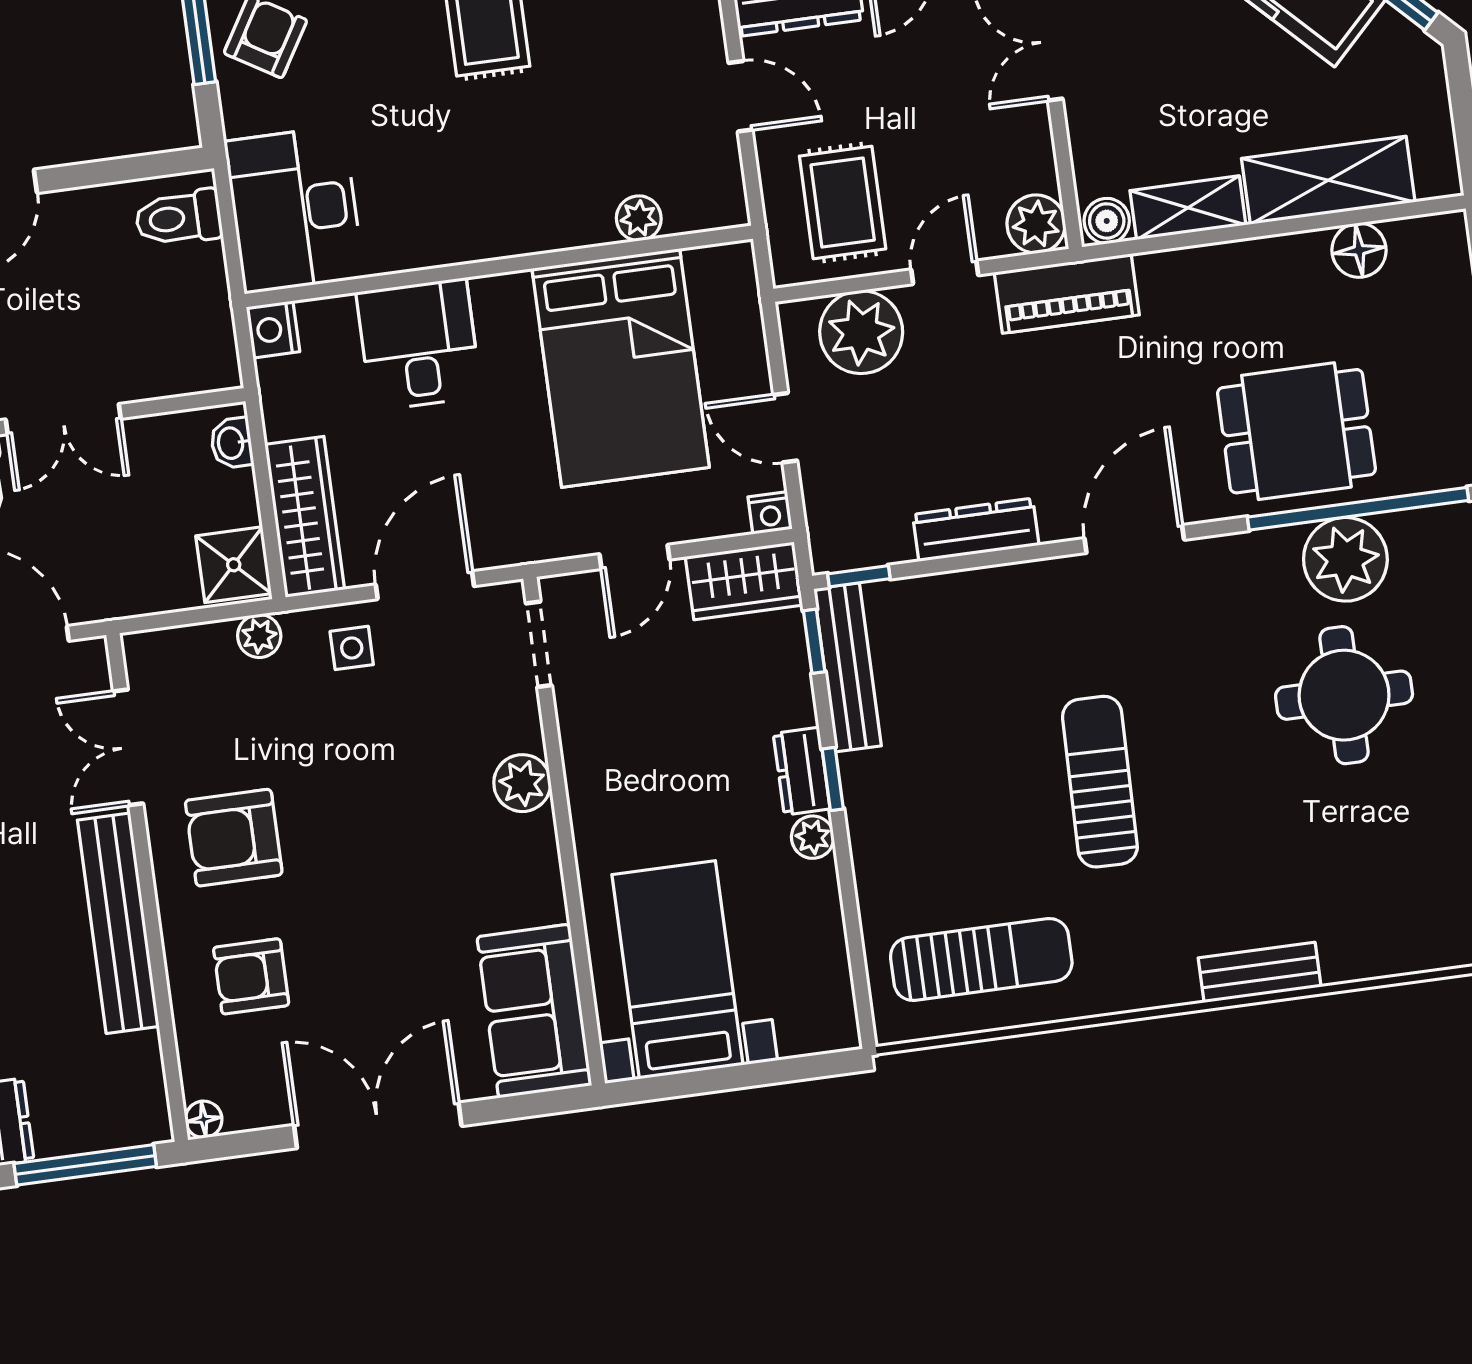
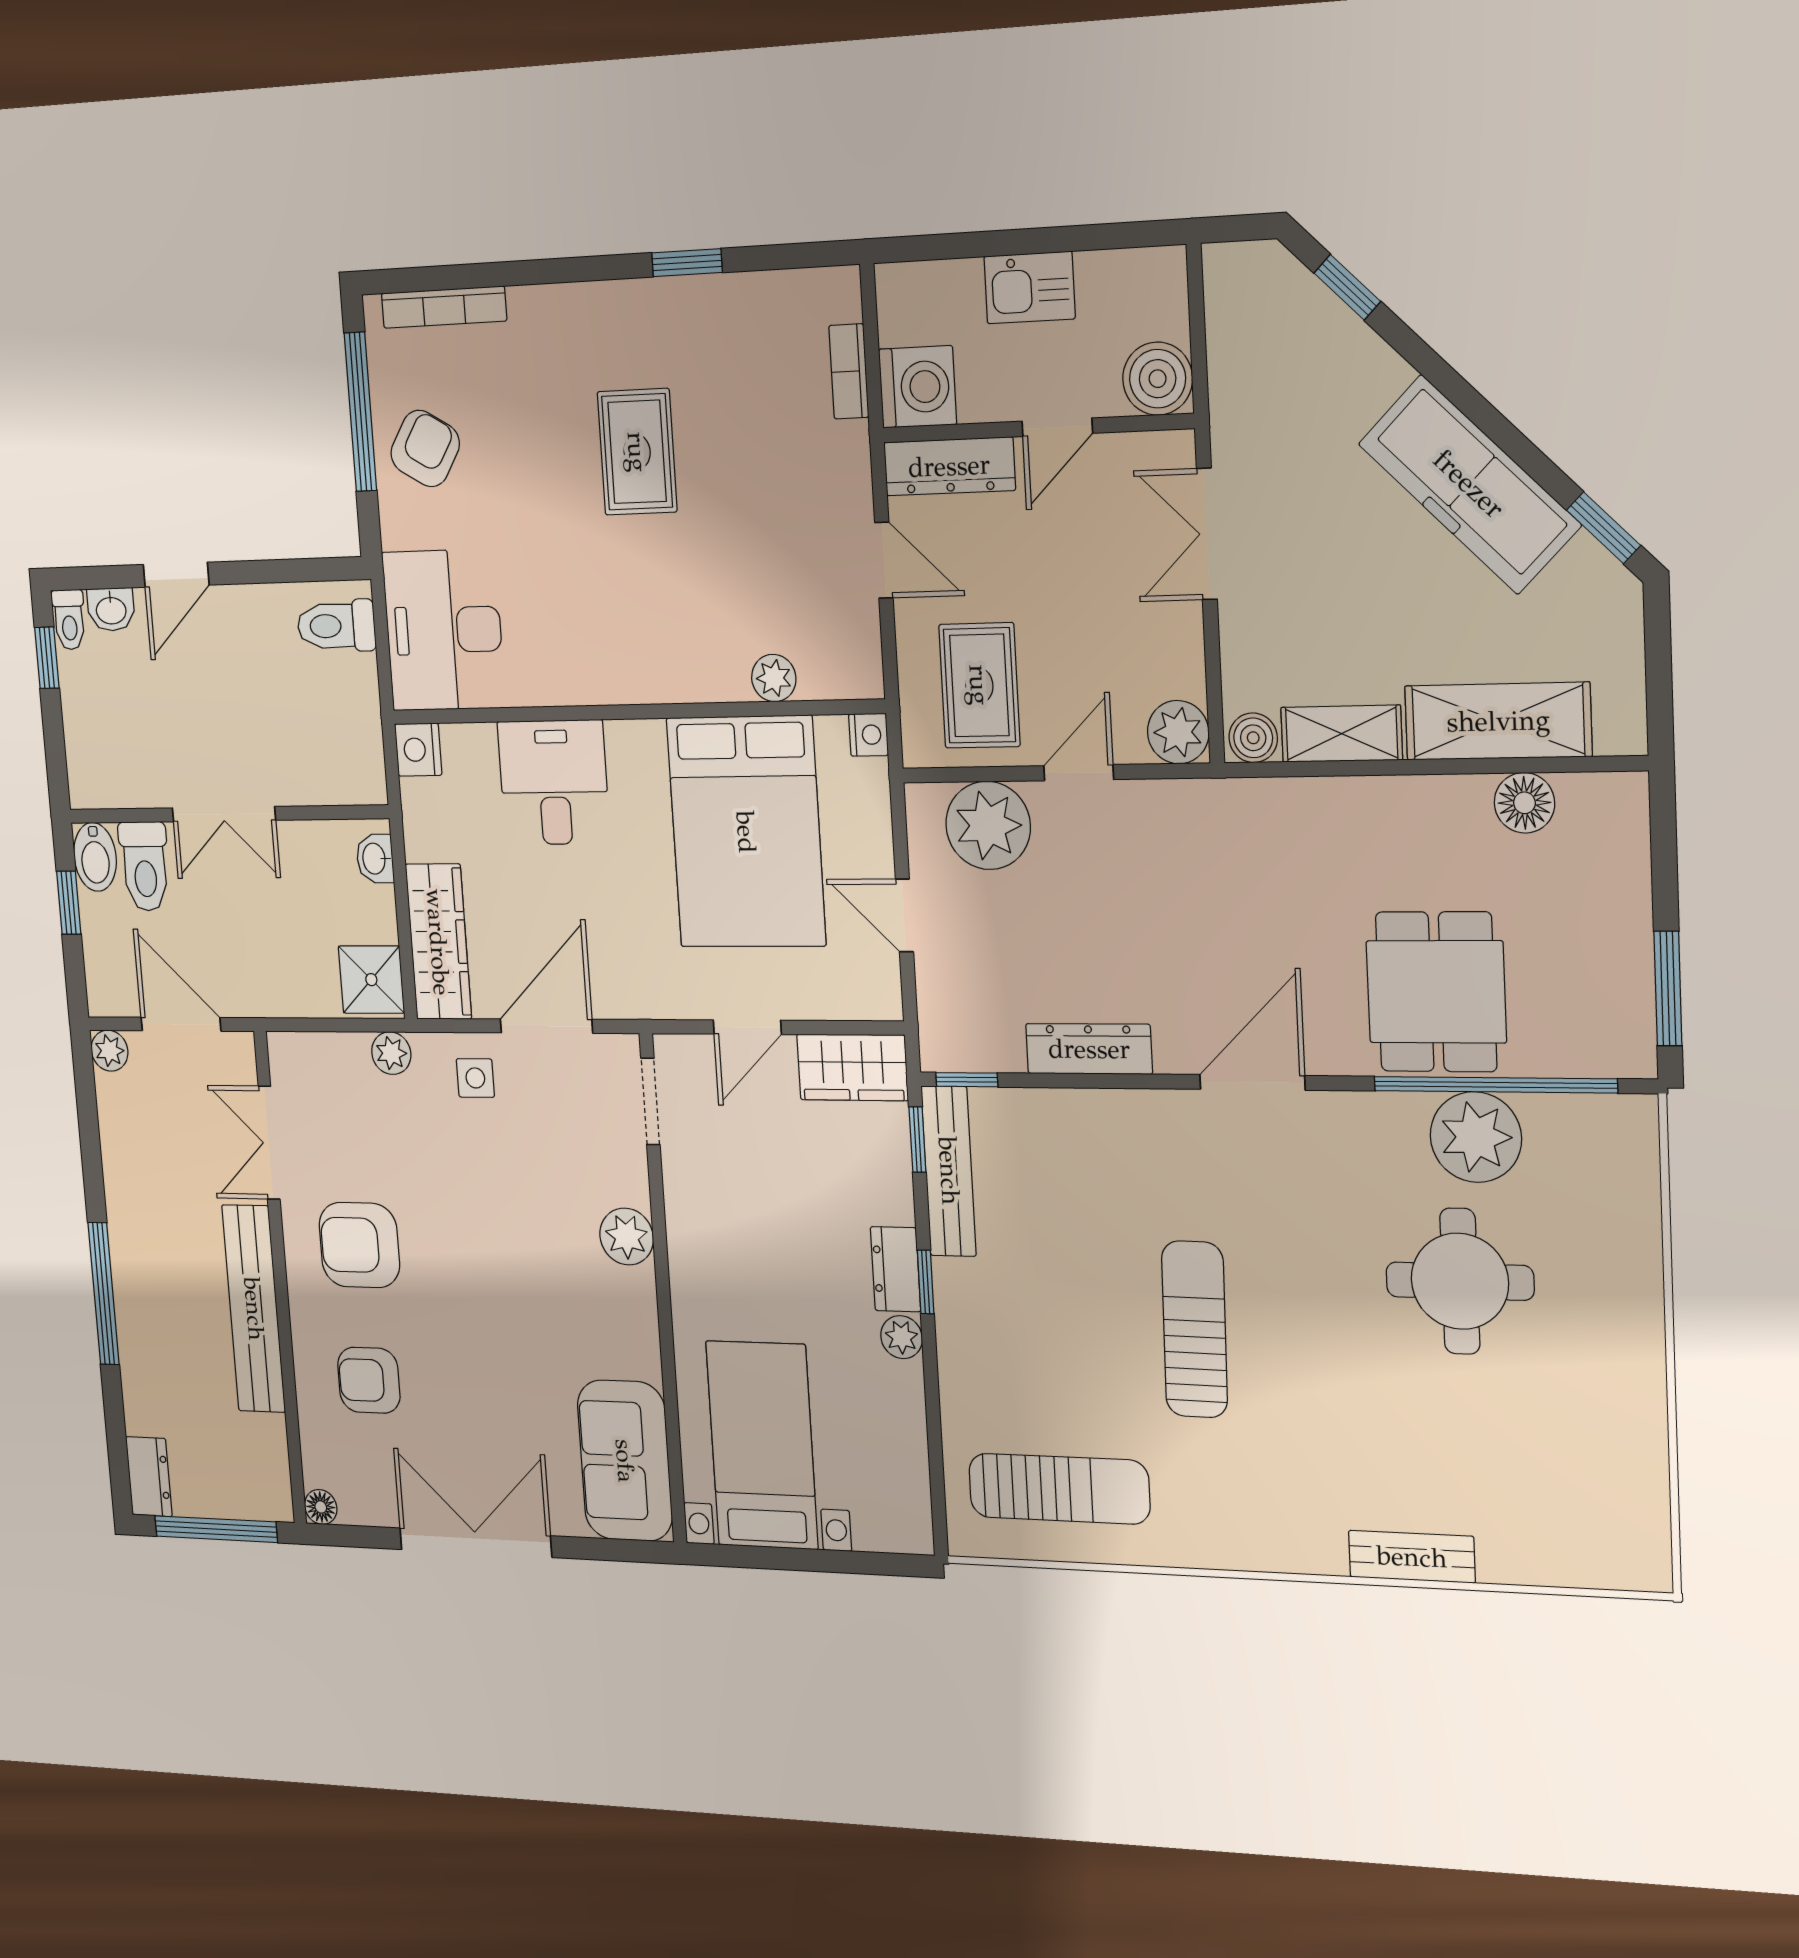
piano: (1067, 294) -> (1204, 811), removed
dining table: (1296, 431) -> (1436, 992), turned 90
nightstand: (770, 513) -> (869, 735), moved, turned -90
bench: (1260, 972) -> (1412, 1557), moved

